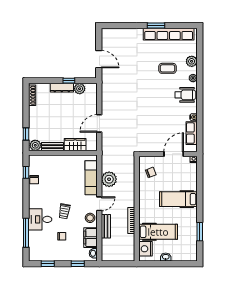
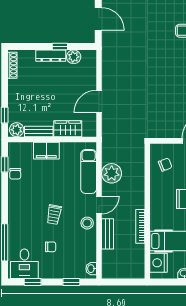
desk: (40, 219) -> (24, 264), moved, turned -90
filing cabinet: (91, 238) -> (46, 151), moved, turned -90

